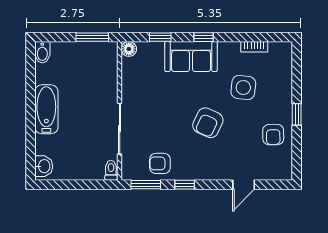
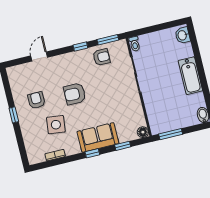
armchair: (208, 123) -> (75, 94), turned -115
armchair: (273, 135) -> (36, 100), moved

